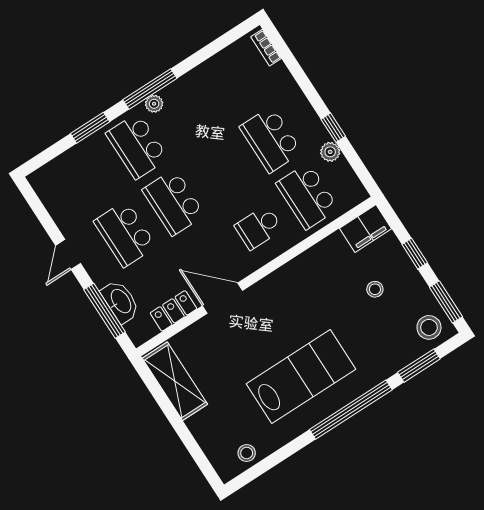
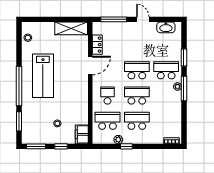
school desk: (125, 234) -> (137, 96), moved
washbasin: (120, 301) -> (166, 27), moved
stool: (429, 327) -> (31, 134), removed

